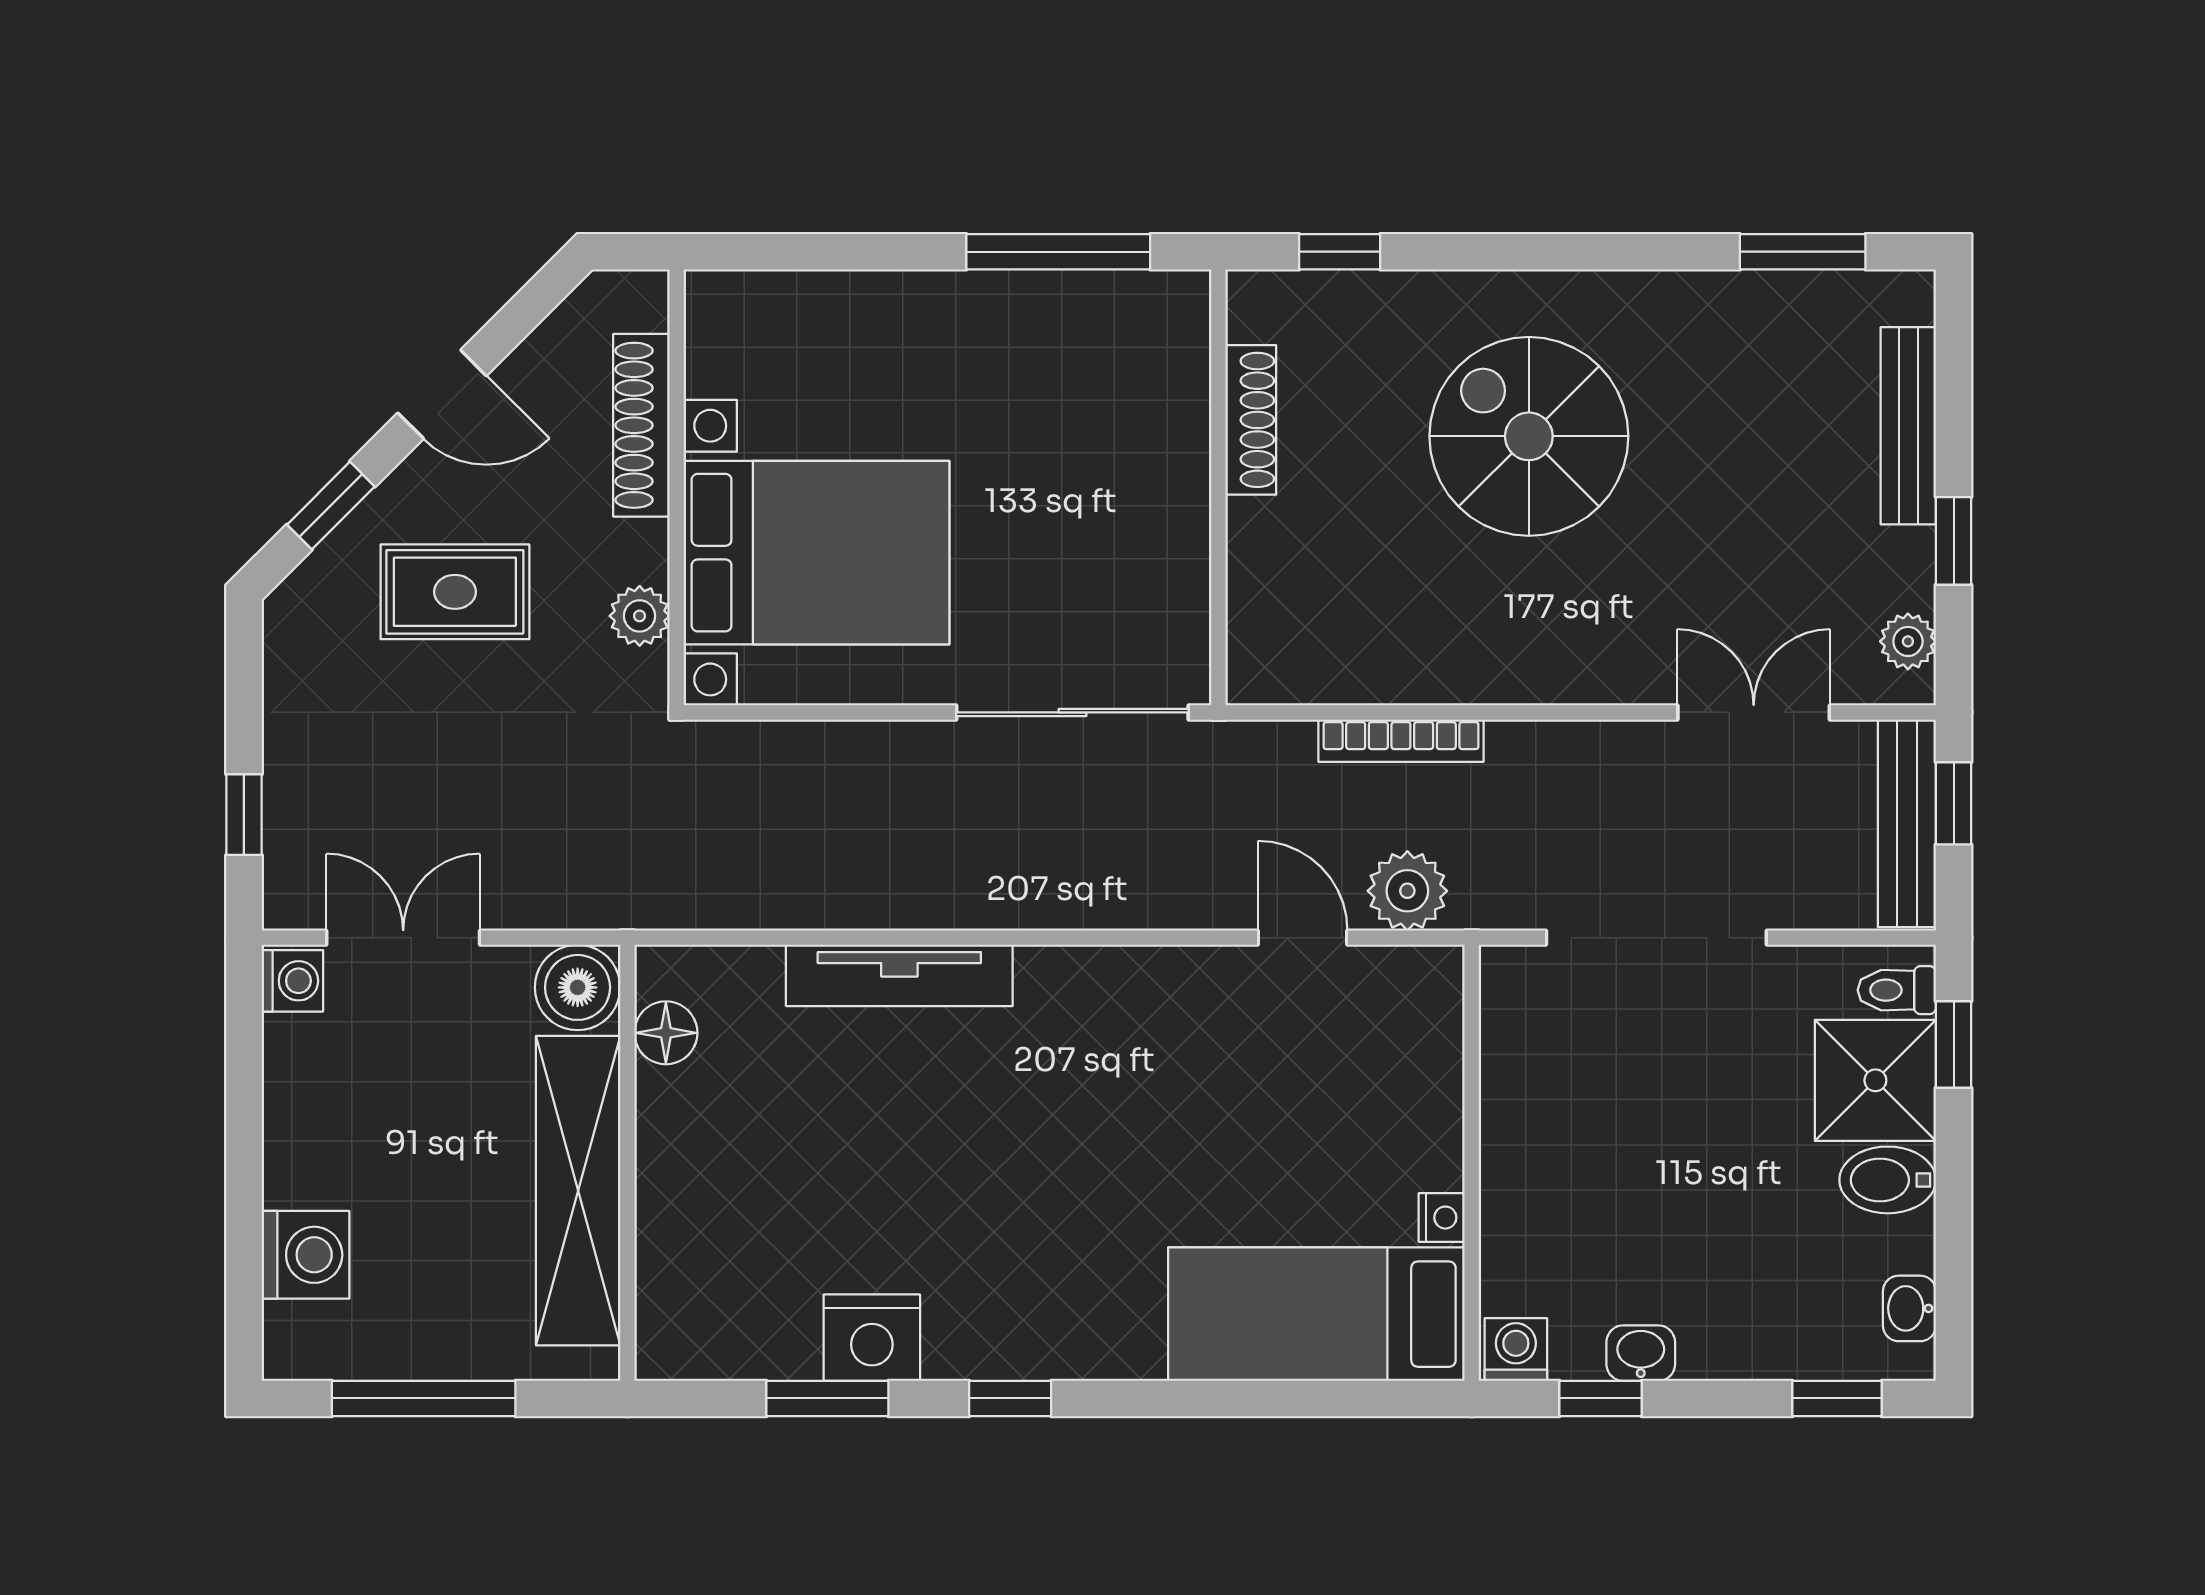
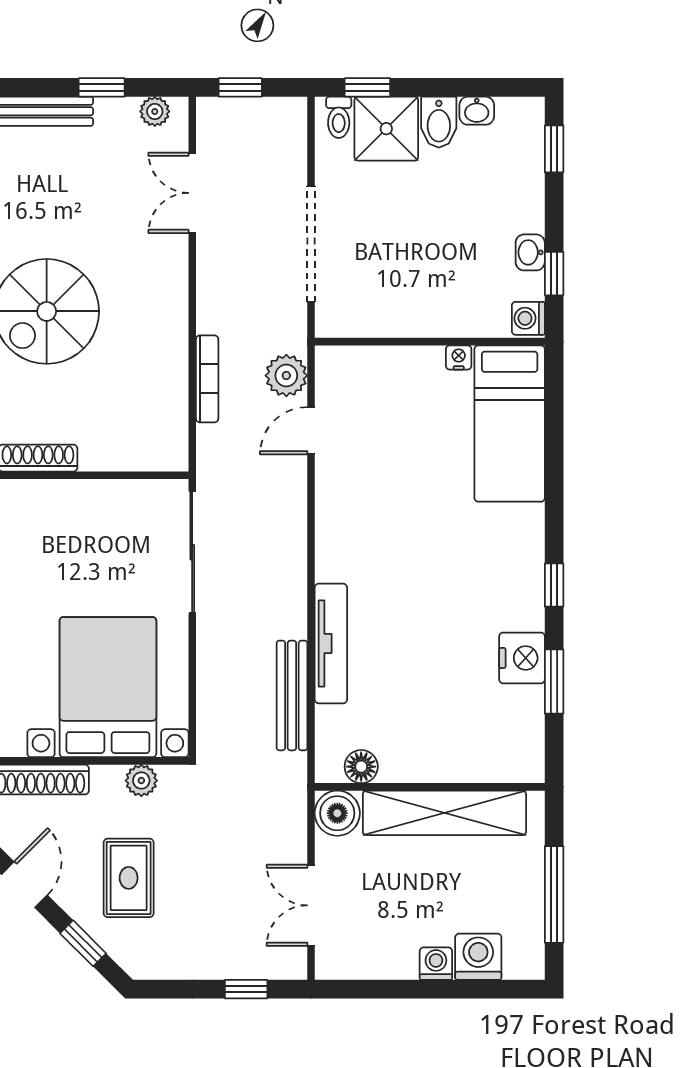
bench: (1907, 823) -> (292, 695), moved, turned 90
washing machine: (292, 981) -> (436, 964), moved
washbasin: (1909, 1308) -> (477, 111), moved

